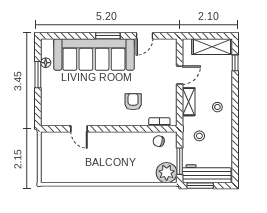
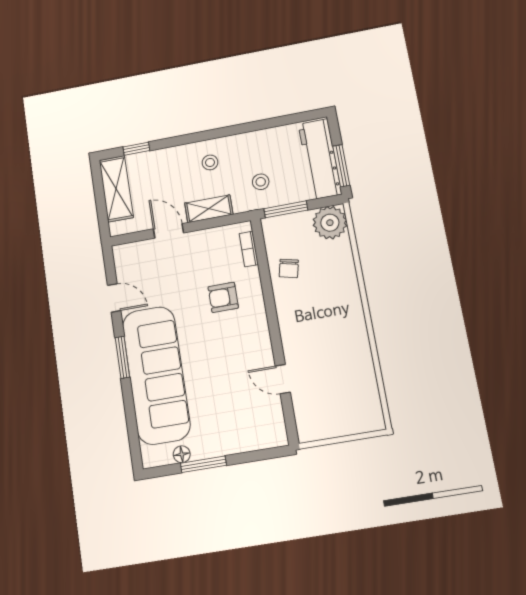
door: (79, 129) -> (283, 379), swing flipped
chair: (159, 141) -> (289, 268), moved
window: (180, 161) -> (286, 209), moved

